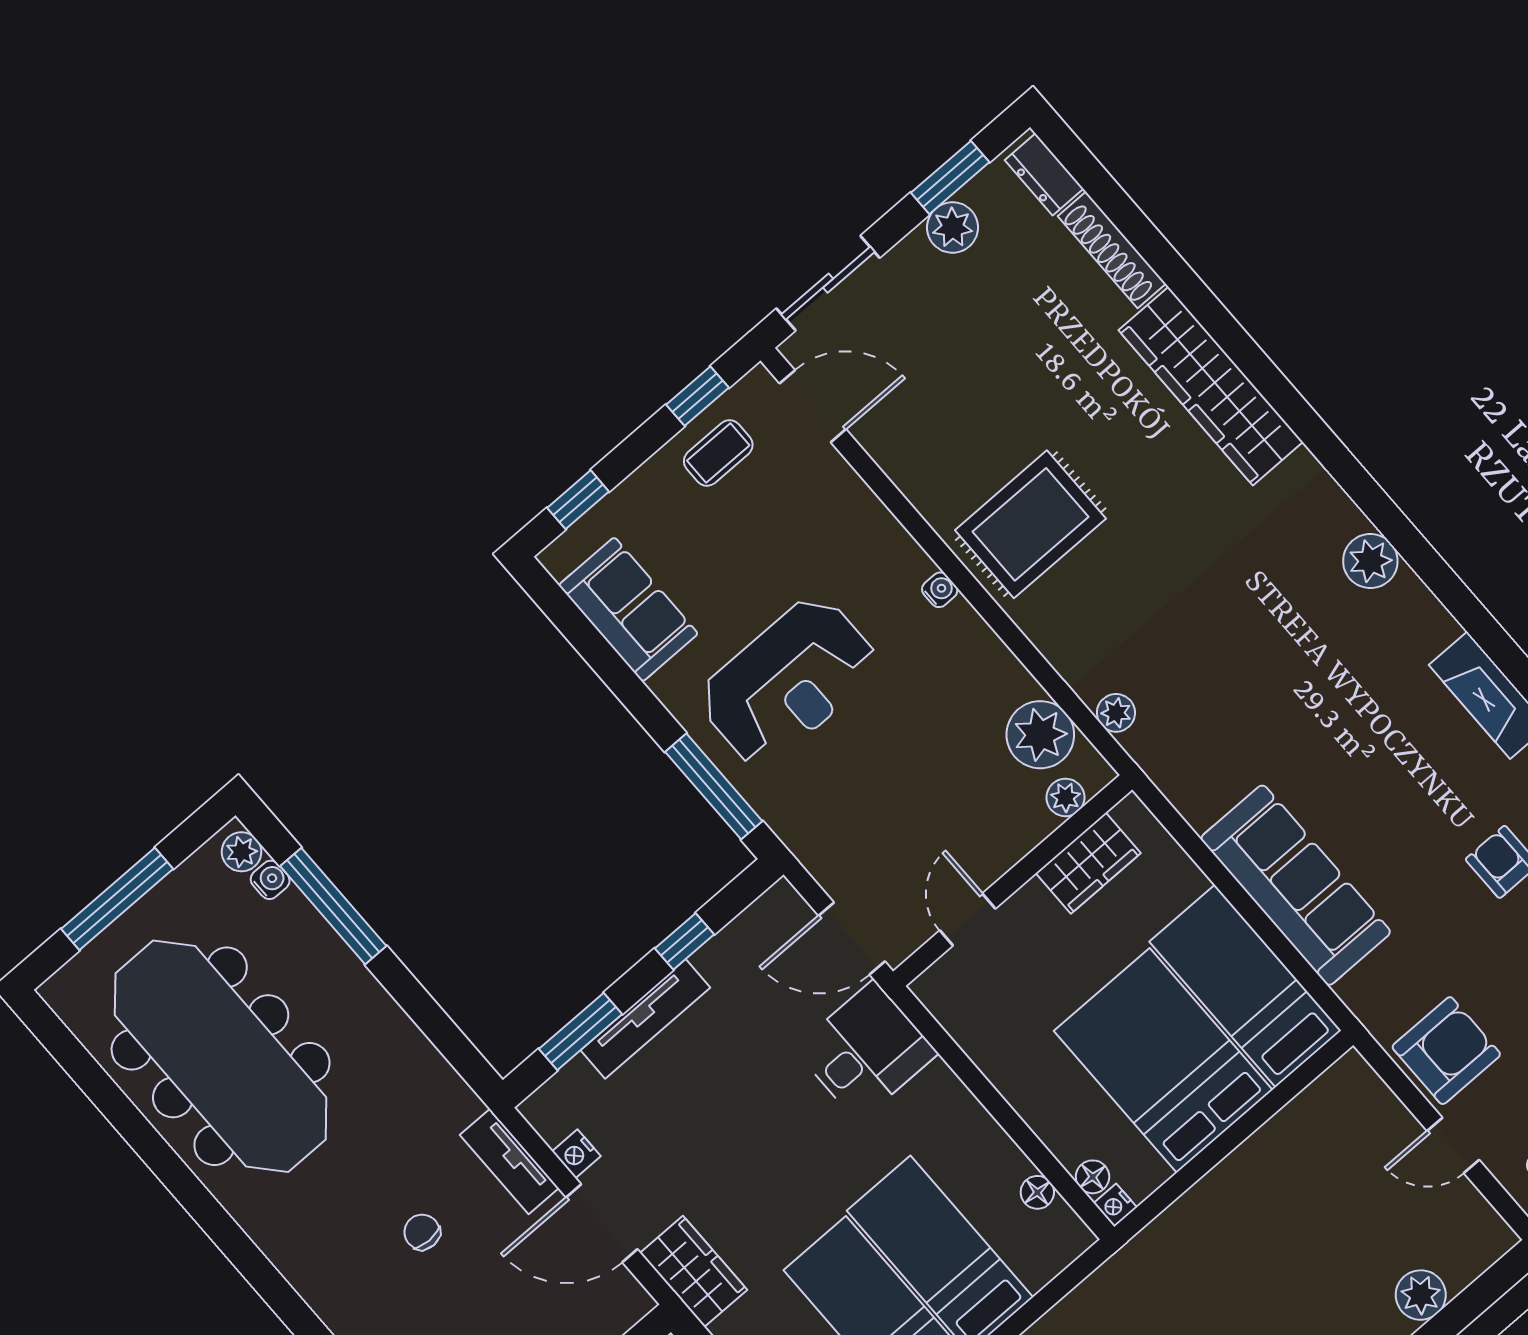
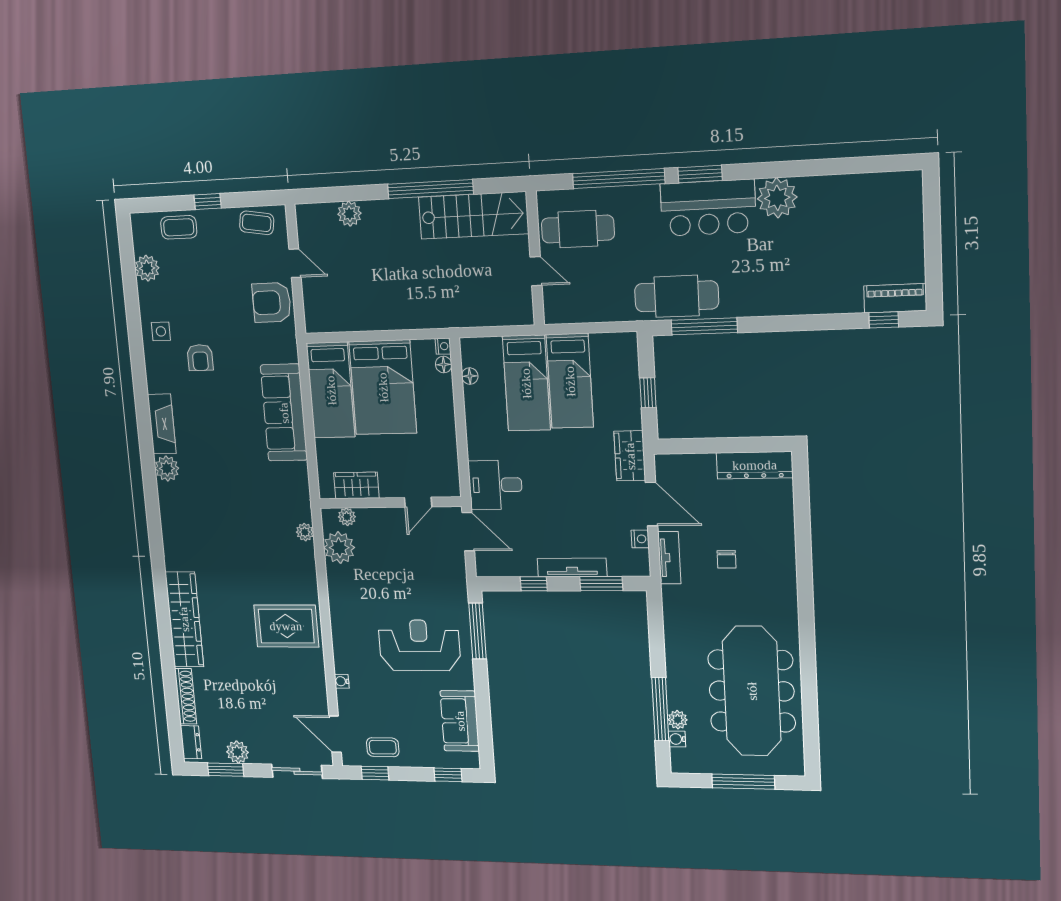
plant: (1370, 561) -> (167, 468), moved
water cooler: (940, 590) -> (342, 681), moved
plant: (242, 852) -> (678, 720), moved

